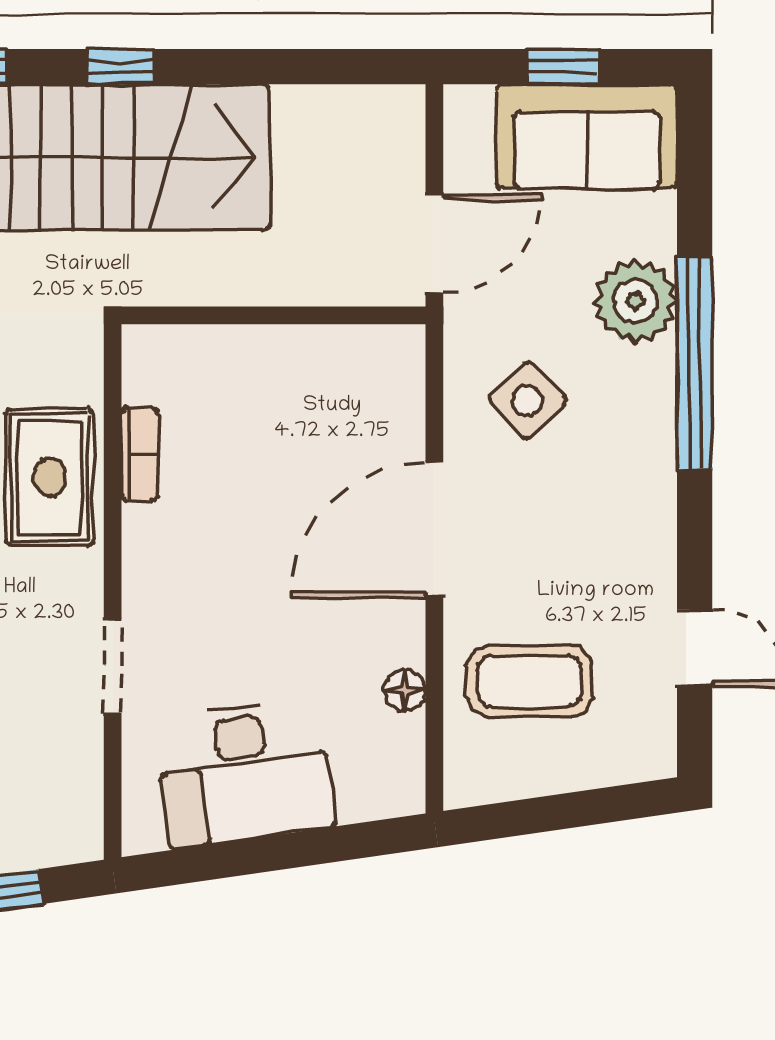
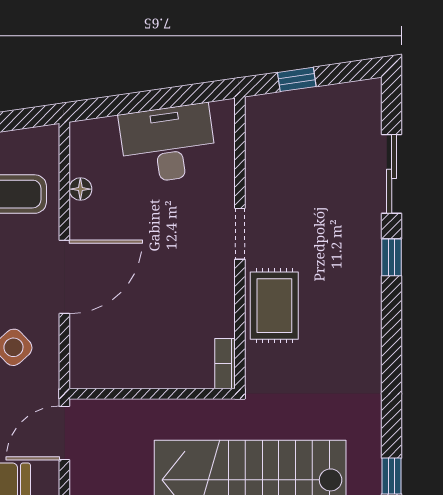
bookcase: (140, 454) -> (225, 364), moved
doorway: (113, 666) -> (240, 234), moved

